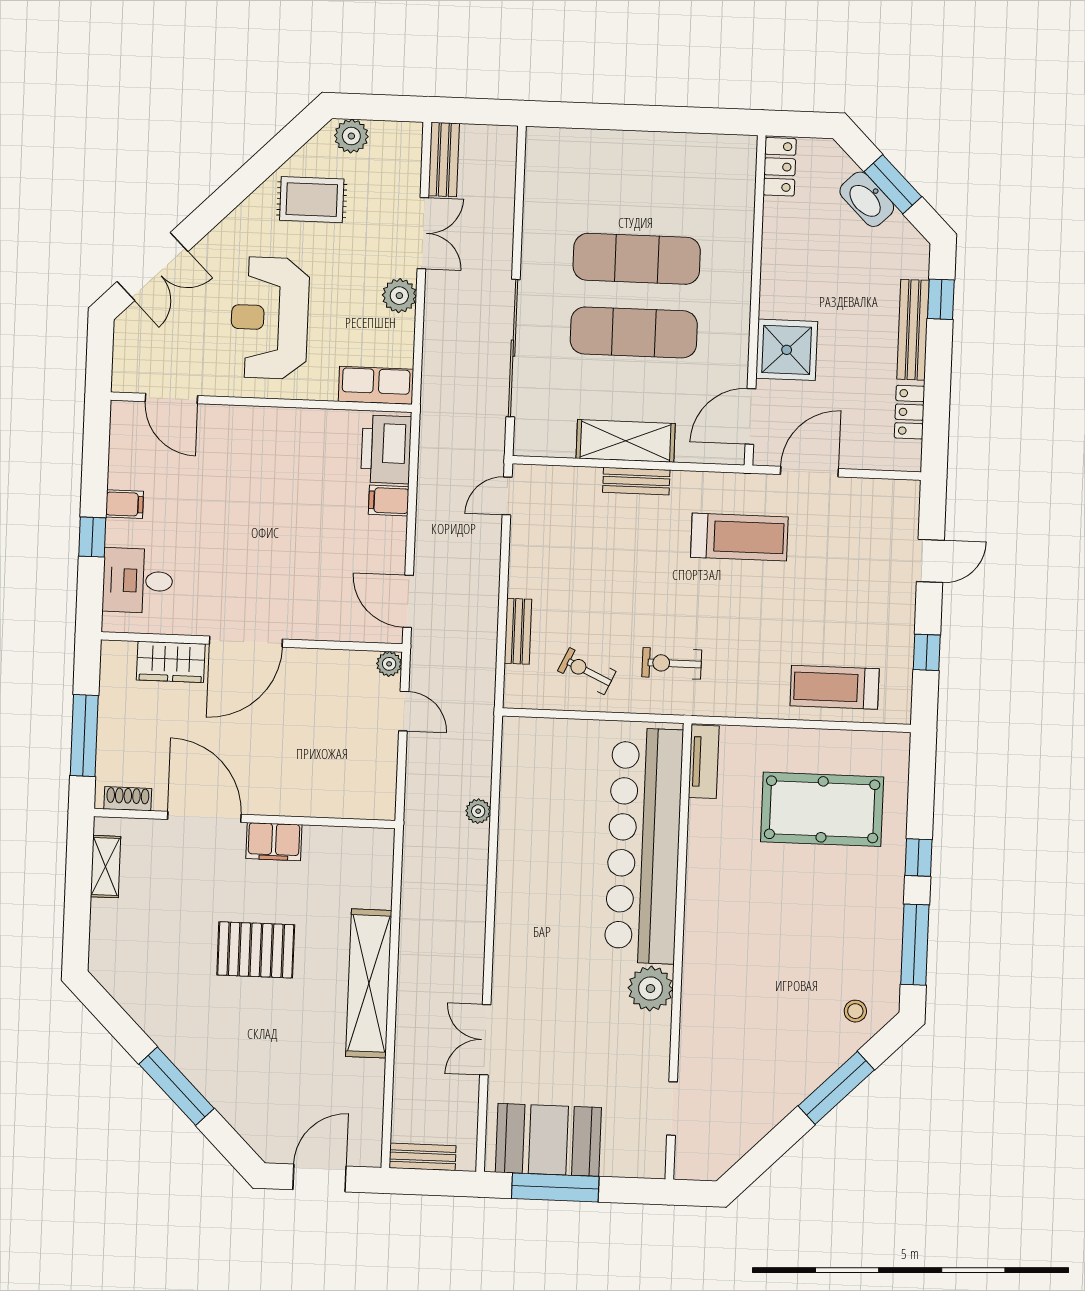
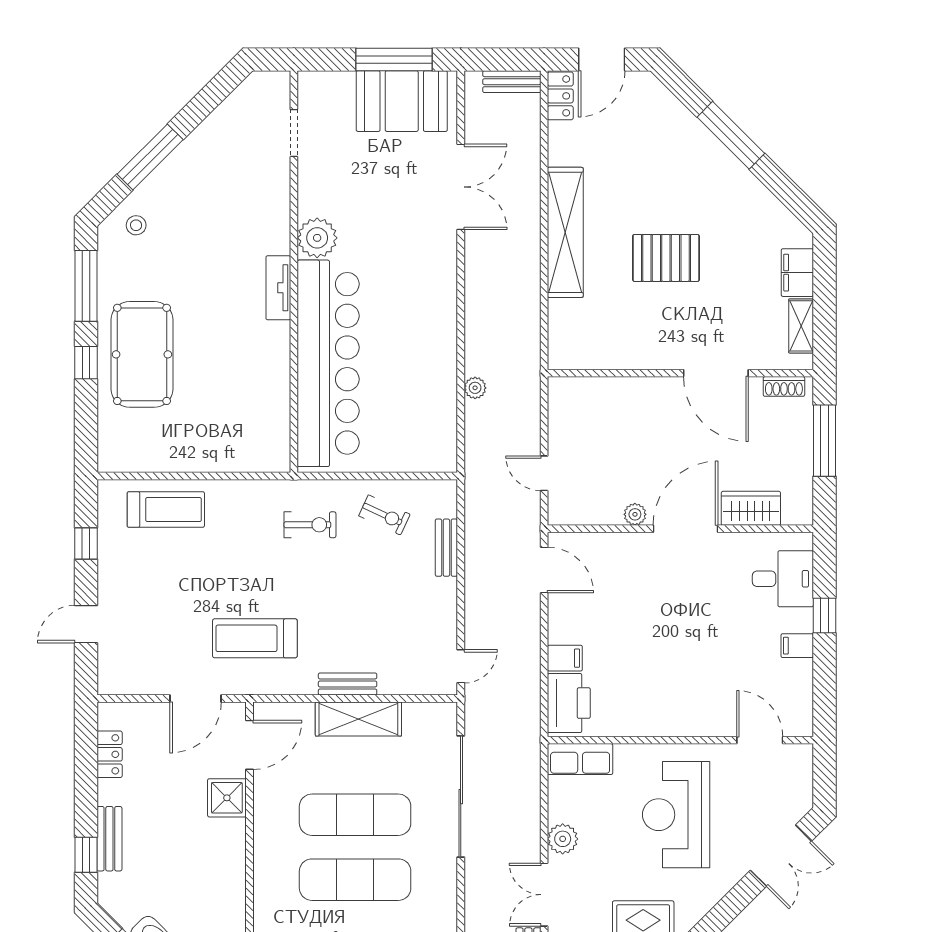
double door: (153, 267) -> (781, 856), swing flipped
reception desk: (270, 318) -> (676, 815), turned 180
bench: (913, 330) -> (109, 839), width x0.73
shower: (787, 350) -> (227, 798), width x0.73, depth x0.73
plant: (389, 664) -> (635, 514), moved
tv unit: (704, 762) -> (278, 288), moved
pool table: (822, 809) -> (142, 354), moved, turned 90
filing cabinet: (274, 842) -> (797, 273), moved, turned -90
double door: (485, 1040) -> (461, 187), width x1.37
locker: (368, 1138) -> (560, 96), added

